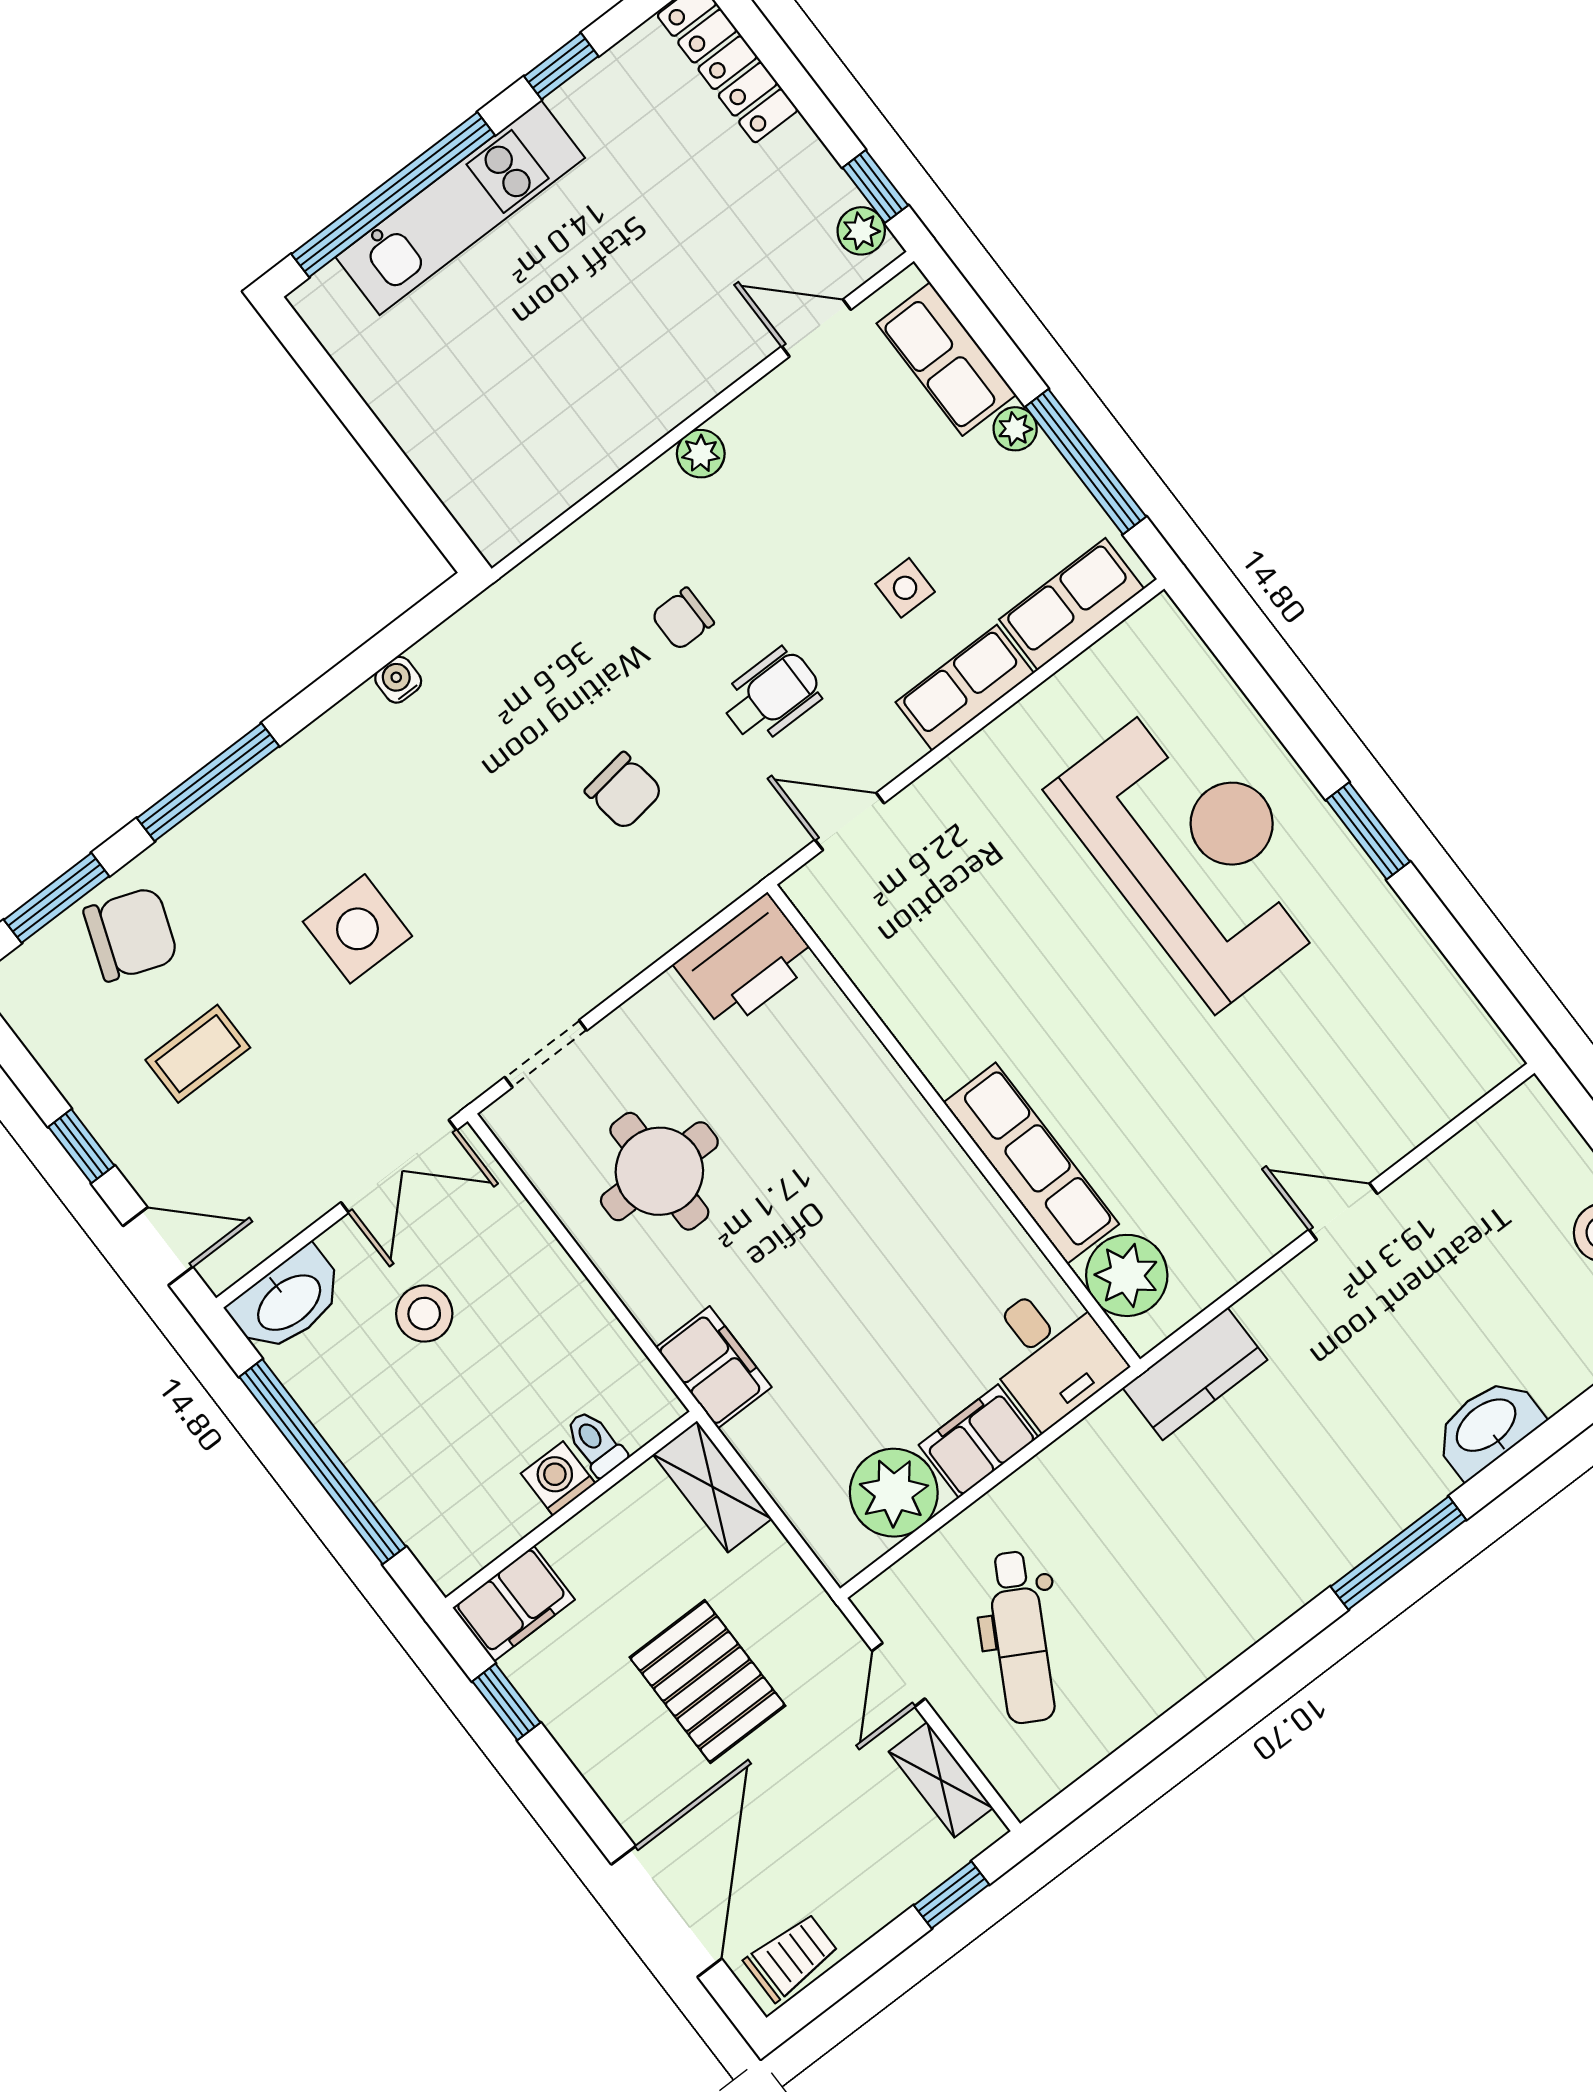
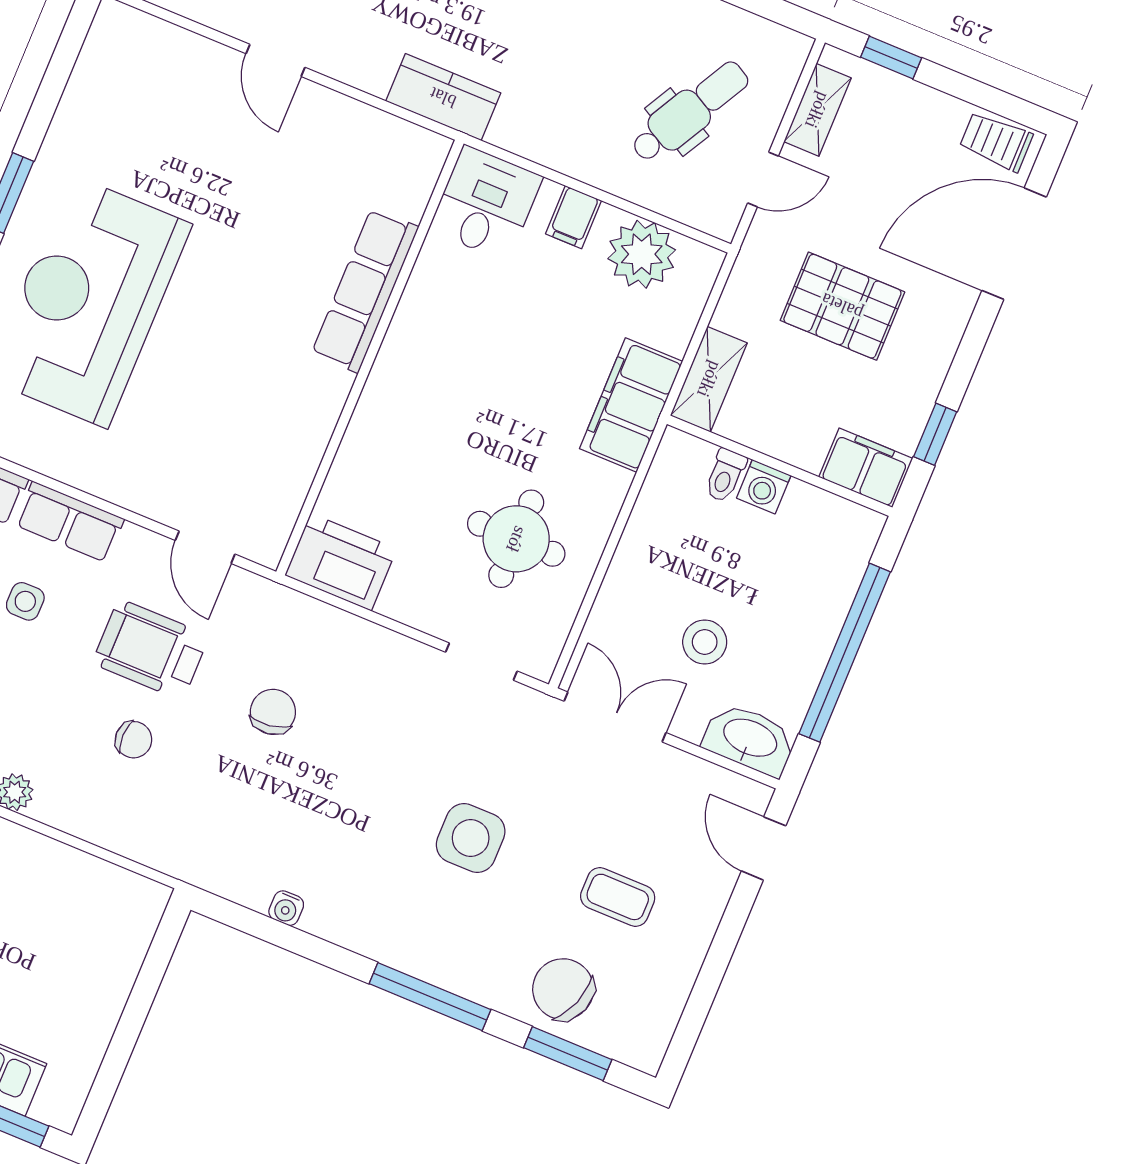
wheelchair: (771, 696) -> (151, 650), width x1.36, depth x1.37
window: (81, 1146) -> (726, 940), removed
plant: (1127, 1275) -> (403, 182), removed
filing cabinet: (714, 1367) -> (631, 405), width x1.50, depth x1.17
filing cabinet: (979, 1441) -> (574, 217), width x0.50
pallet: (707, 1681) -> (842, 306), turned 90

